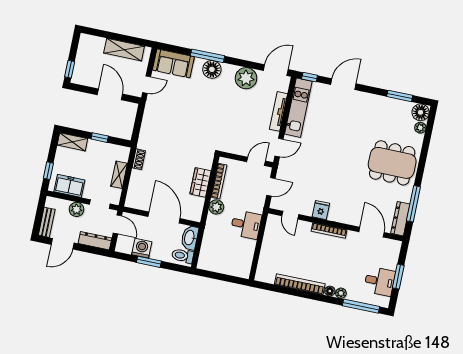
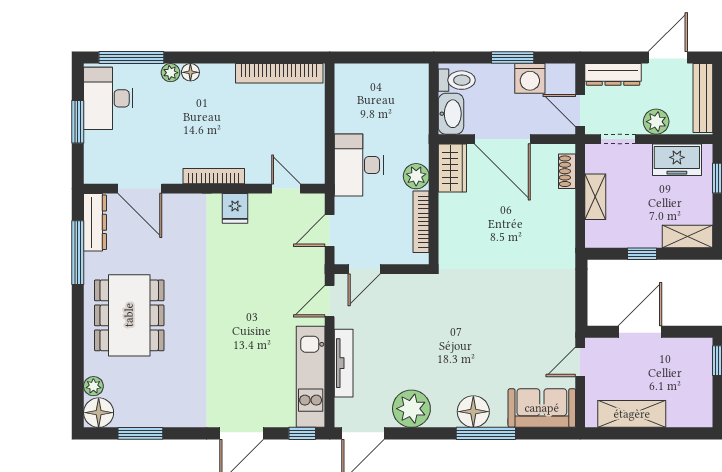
door: (110, 94) -> (640, 332), swing flipped
shoe rack: (139, 159) -> (567, 171), moved
dining table: (392, 163) -> (129, 315), turned 90
wardrobe: (200, 182) -> (452, 168), moved
bench: (47, 222) -> (703, 98), width x1.36
desk: (246, 225) -> (359, 165), width x1.37
desk: (380, 281) -> (108, 98), width x1.37
bookcase: (300, 284) -> (279, 73), moved

